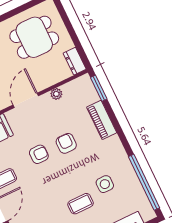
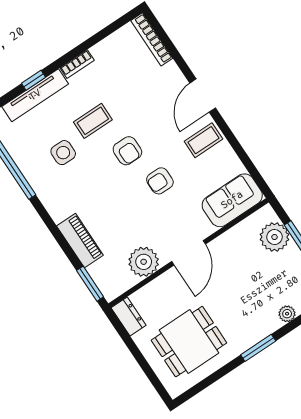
plant: (56, 94) -> (144, 262), width x1.88, depth x1.88
armchair: (66, 143) -> (127, 151), moved

